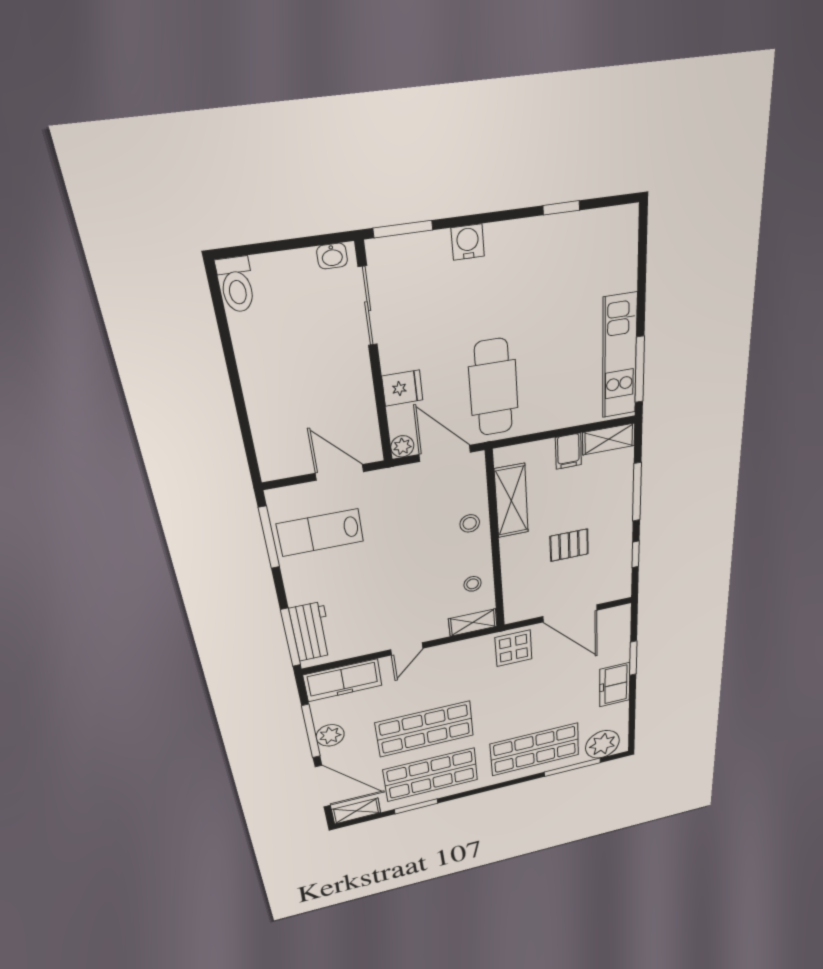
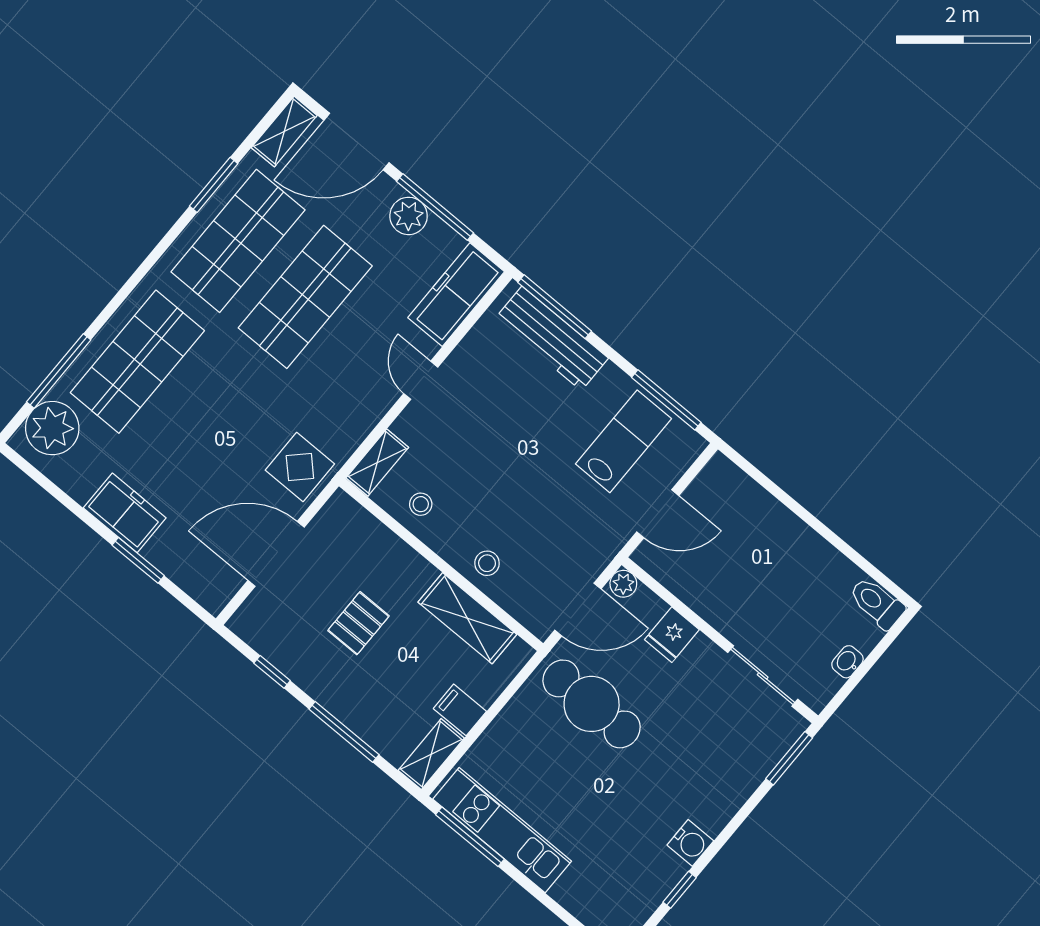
water cooler: (468, 242) -> (690, 843), moved
washbasin: (332, 256) -> (847, 662), moved
workbench: (311, 632) -> (552, 338), width x1.38

